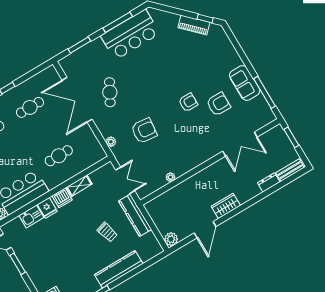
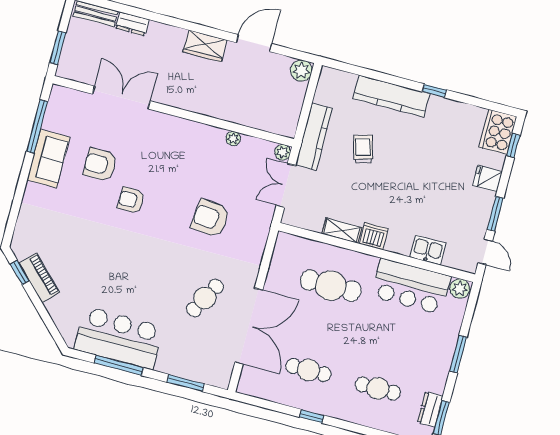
plant: (111, 142) -> (283, 152), moved
cafe table: (59, 156) -> (331, 286), width x1.37, depth x1.35
fridge: (47, 208) -> (487, 178), moved, turned -90

